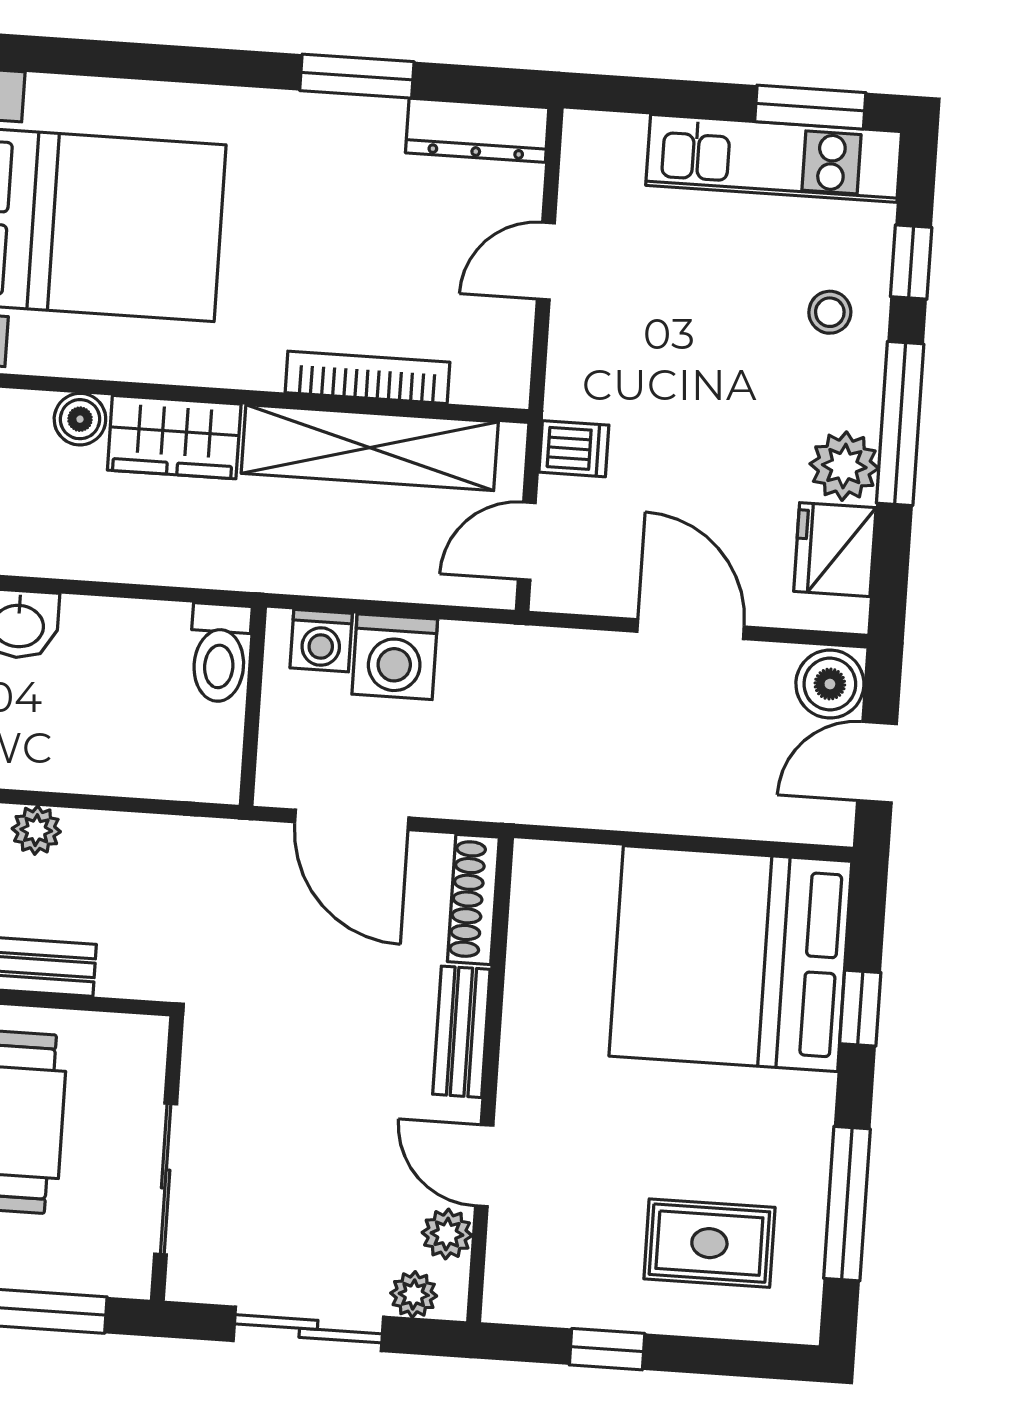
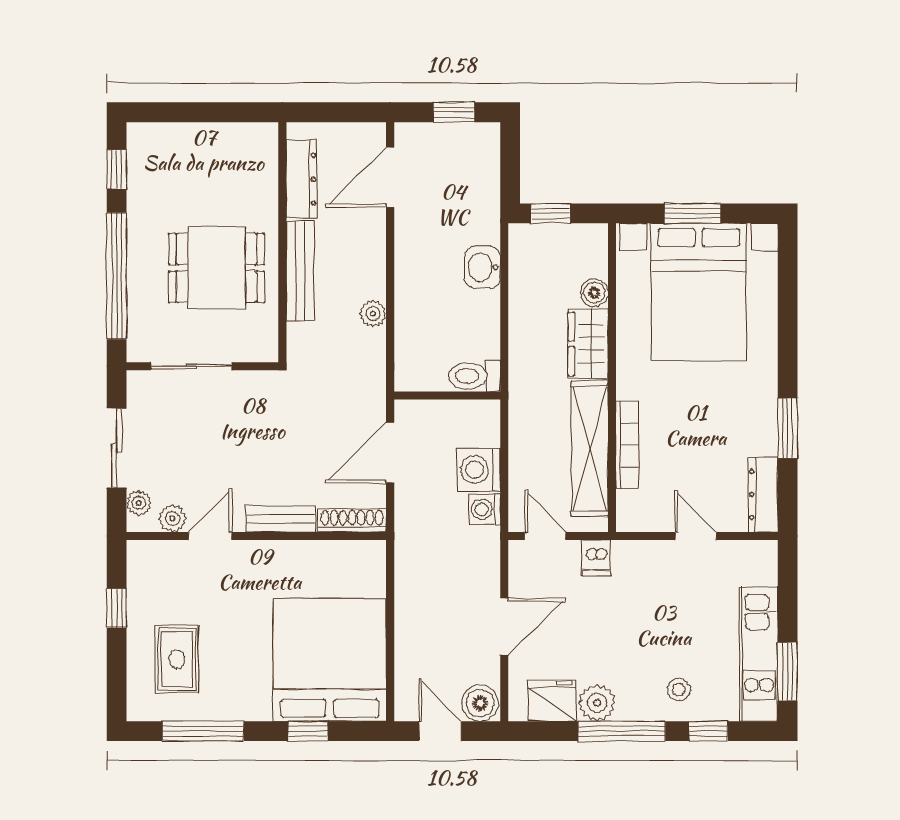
washing machine: (321, 641) -> (485, 509), moved
plant: (36, 830) -> (373, 314), moved

